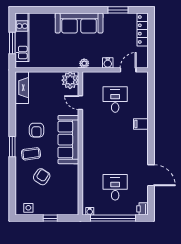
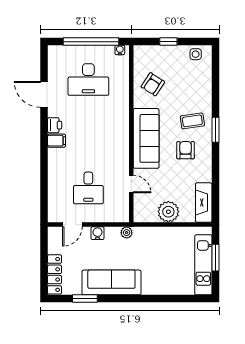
sofa: (79, 23) -> (111, 282), moved
plant: (70, 80) -> (168, 212), moved
filing cabinet: (141, 124) -> (57, 141), moved
armchair: (42, 177) -> (153, 84), moved
desk: (115, 187) -> (88, 79), width x1.37
printer: (142, 209) -> (55, 125), moved

